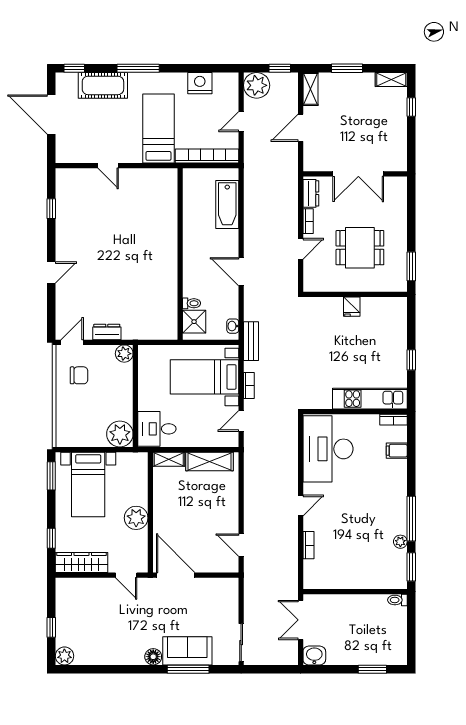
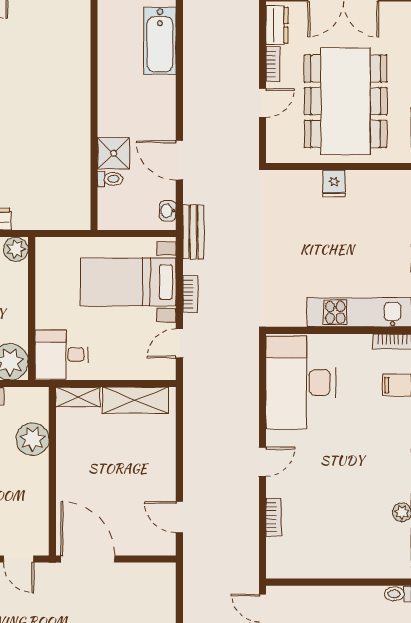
dining table: (360, 248) -> (346, 101), width x1.88, depth x1.24
door: (241, 272) -> (179, 160), moved
shower: (194, 322) -> (114, 153), moved
plant: (136, 518) -> (33, 439), moved

